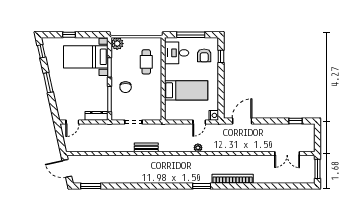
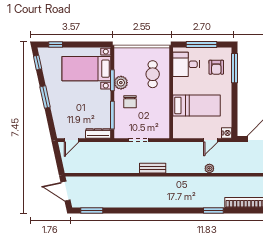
window: (69, 35) -> (56, 44), moved
plant: (117, 44) -> (121, 83), moved
window: (221, 56) -> (235, 68), width x2.17

